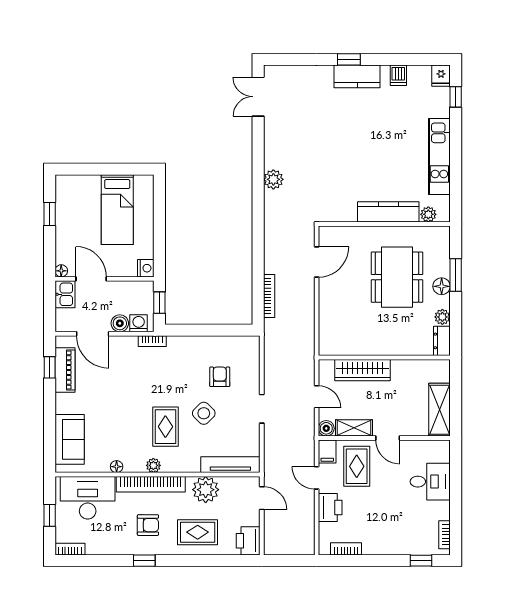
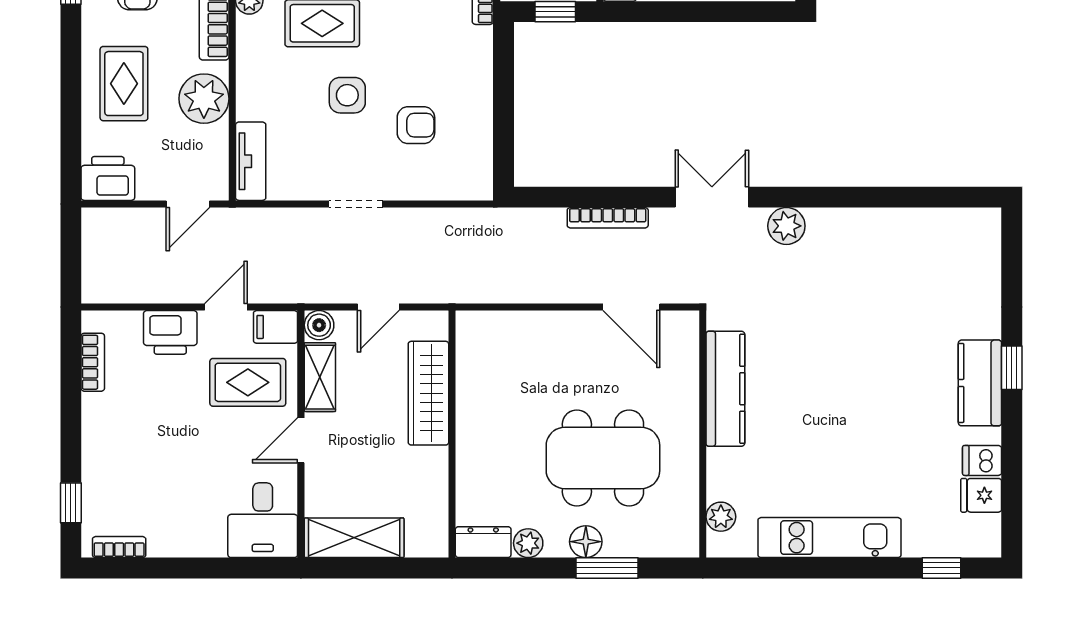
fridge: (441, 76) -> (981, 495), moved
double door: (258, 97) -> (712, 197), moved
kitchen counter: (388, 212) -> (725, 389), moved
bookcase: (269, 296) -> (608, 218), moved
side table: (204, 413) -> (347, 95), turned 45
tv unit: (230, 465) -> (251, 161), width x0.71
desk: (430, 482) -> (263, 520), moved

